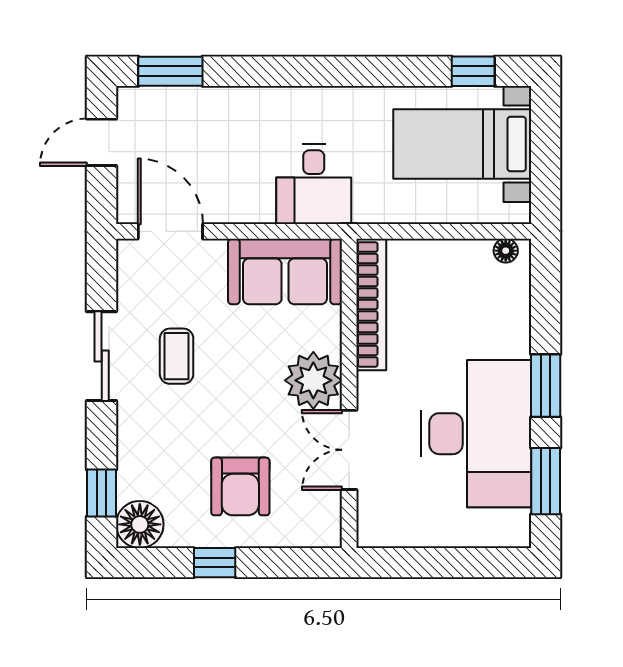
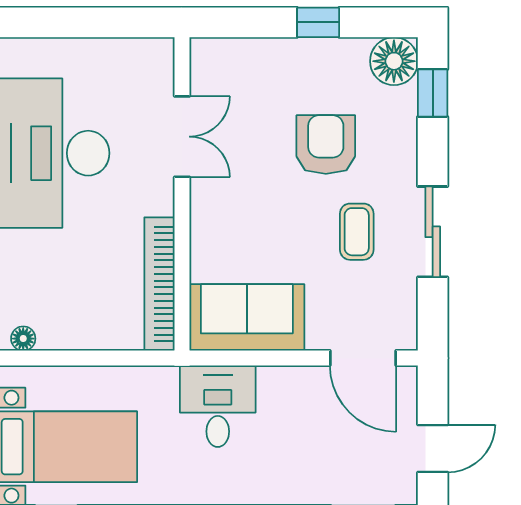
plant: (313, 380) -> (218, 207), removed
armchair: (240, 486) -> (326, 145), moved

